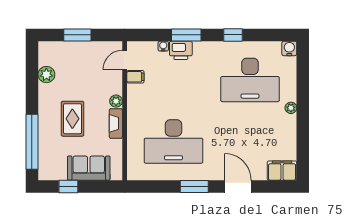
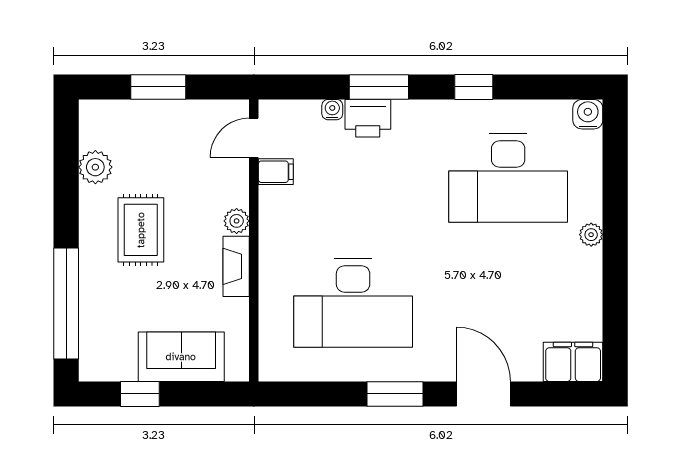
rug: (72, 119) -> (141, 230), moved

